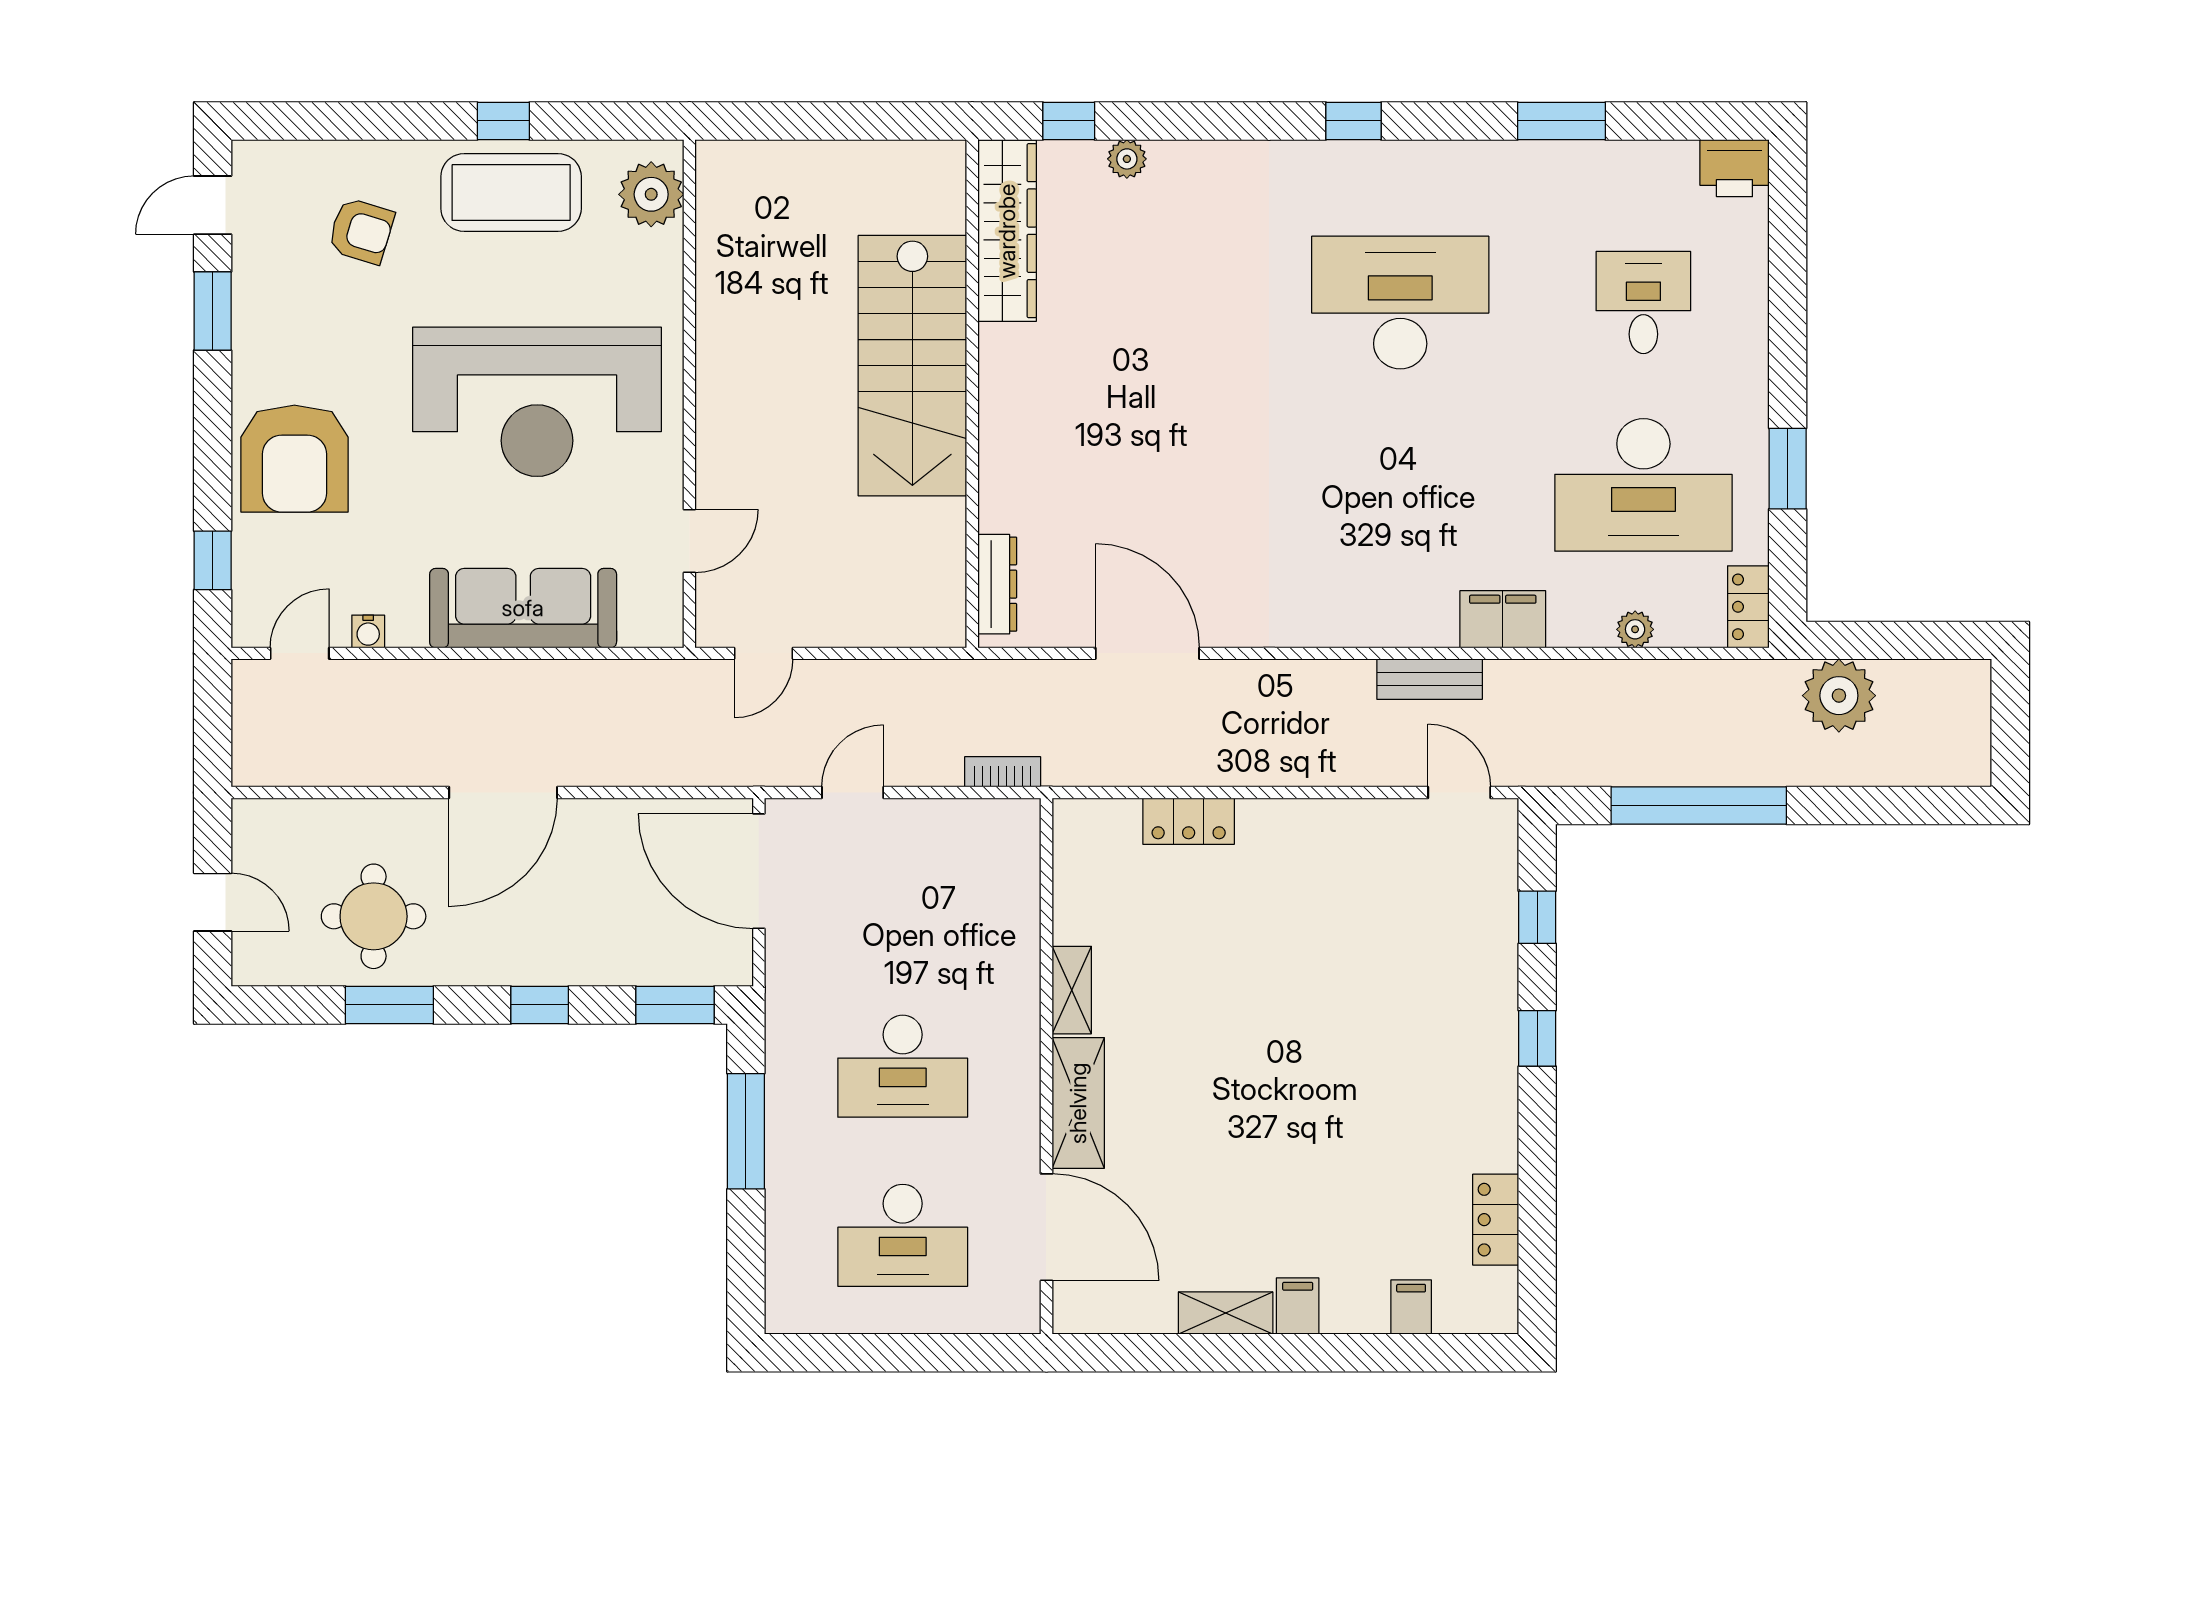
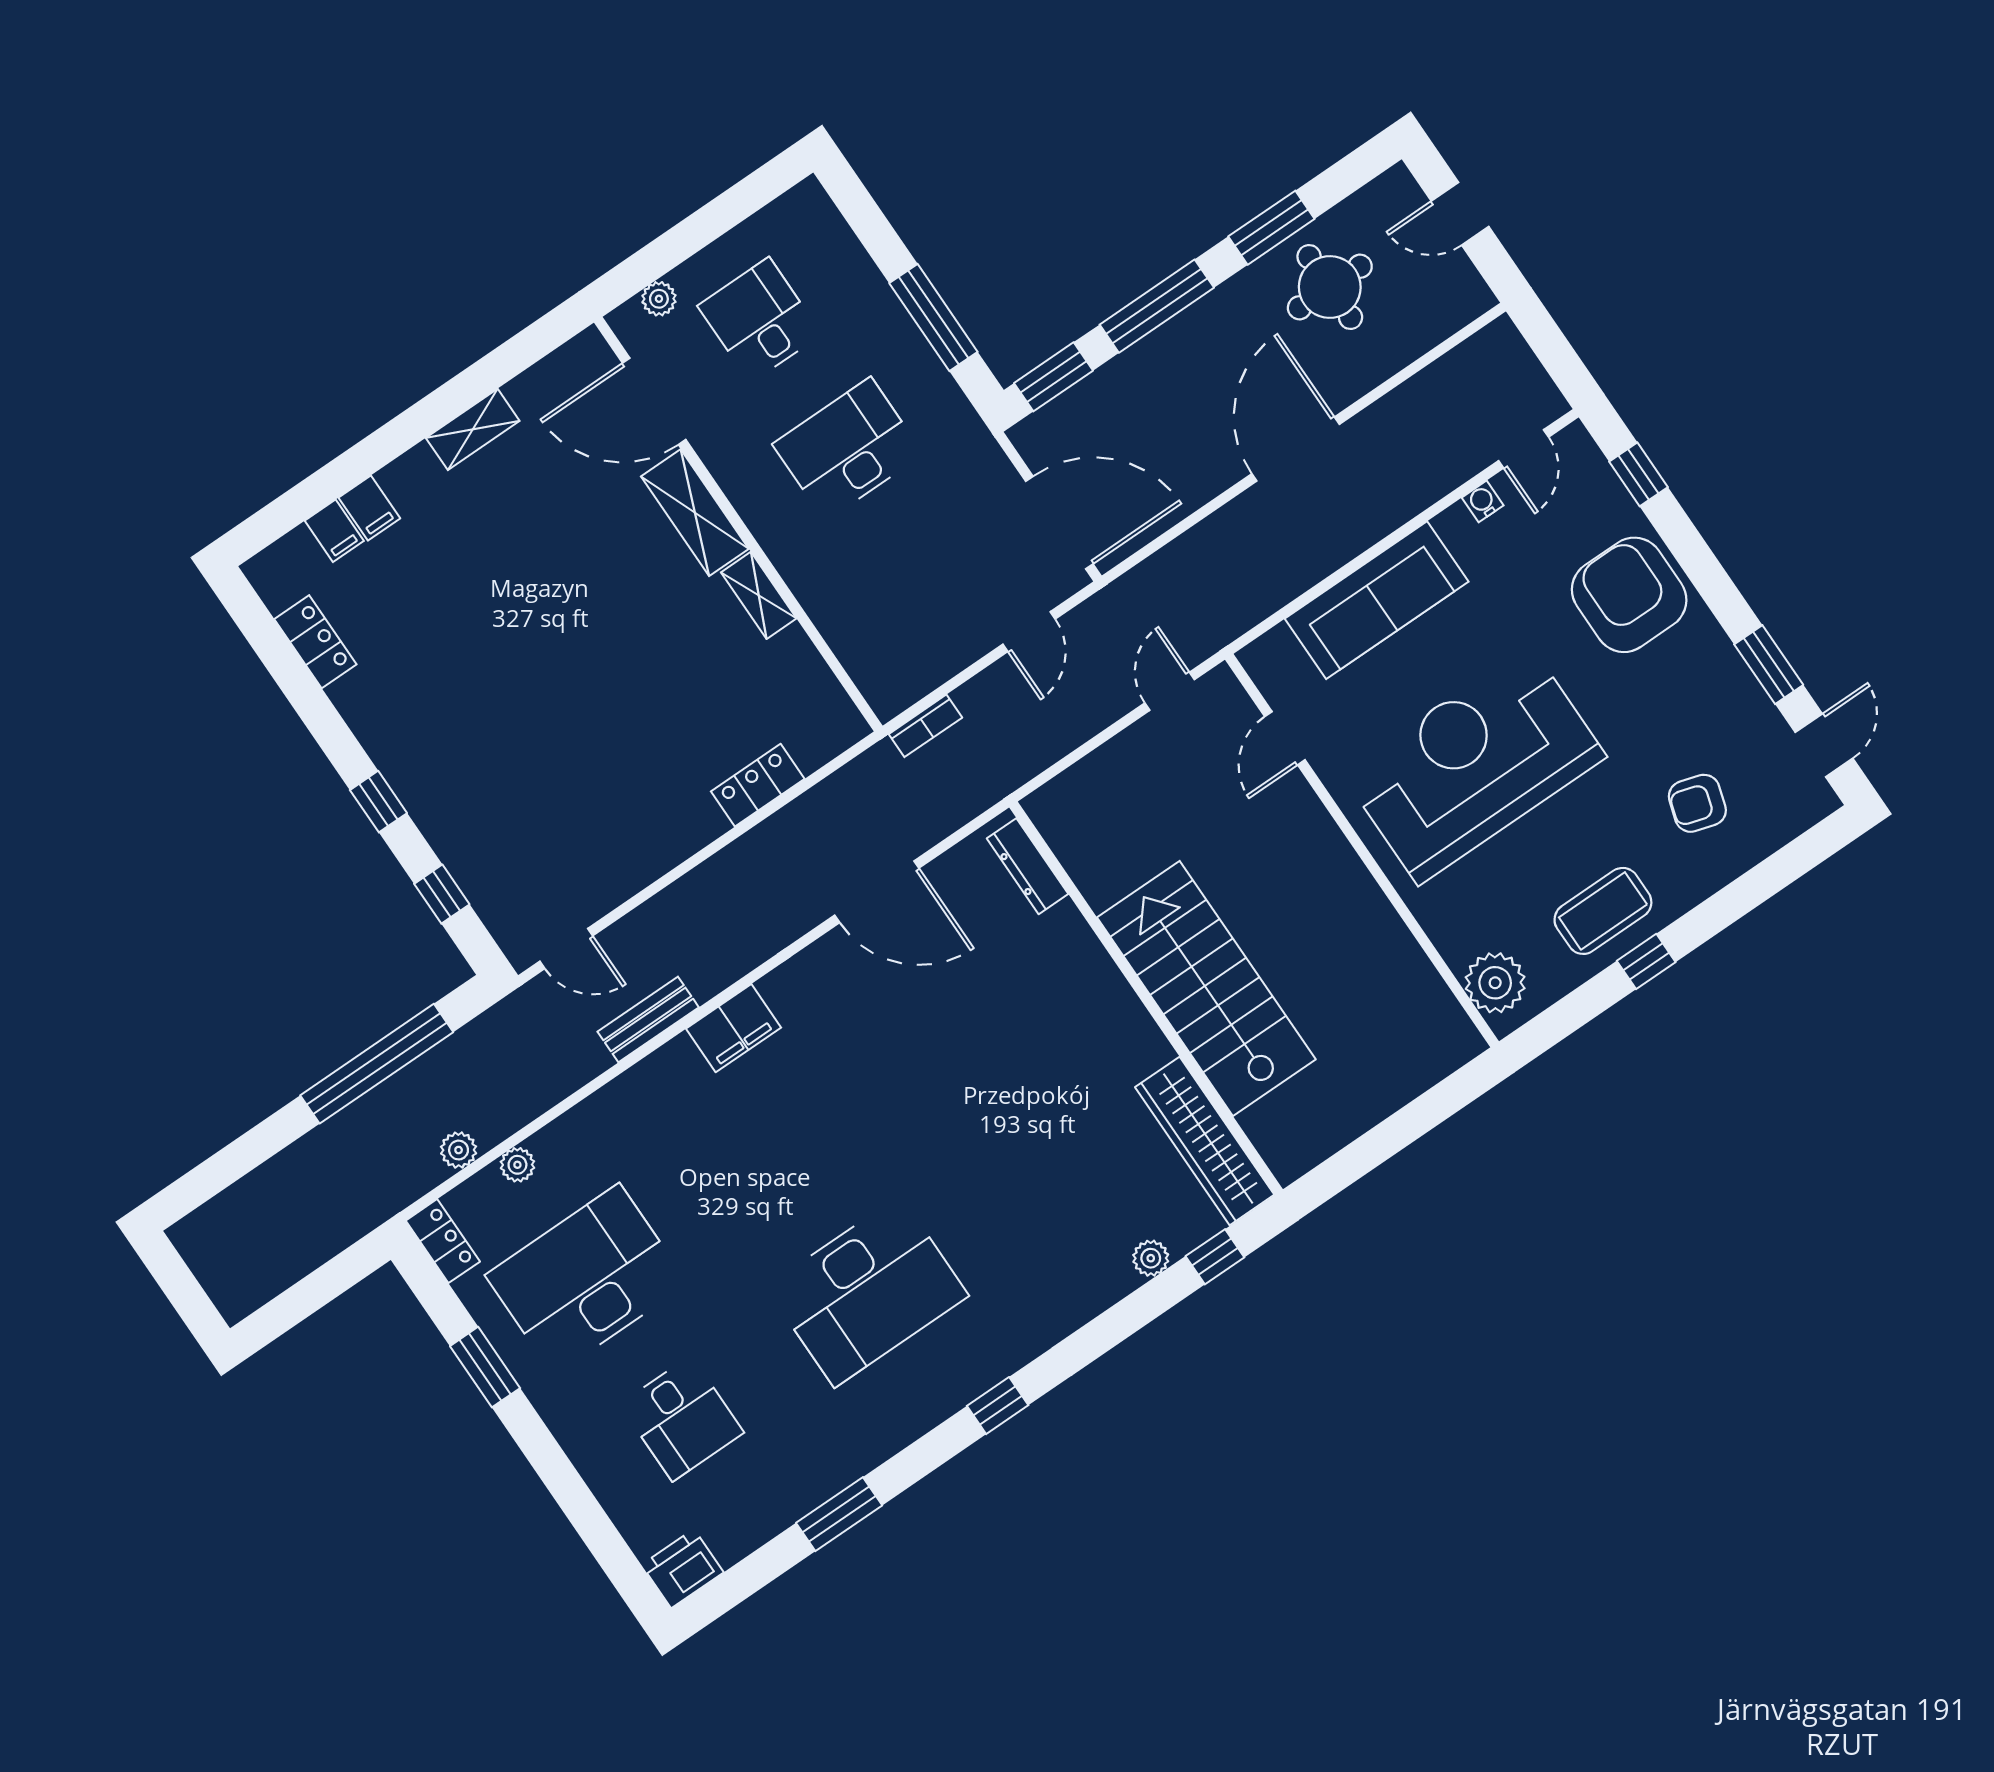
coffee table: (511, 192) -> (1603, 911), width x0.73, depth x0.76
filing cabinet: (1503, 619) -> (734, 1028), moved
plant: (1839, 696) -> (459, 1150), moved, width x0.53, depth x0.53
window: (540, 1005) -> (1157, 306), width x2.17
desk: (903, 1235) -> (760, 320), width x0.73
filing cabinet: (1298, 1306) -> (369, 508), moved
plant: (980, 1316) -> (659, 299), added

